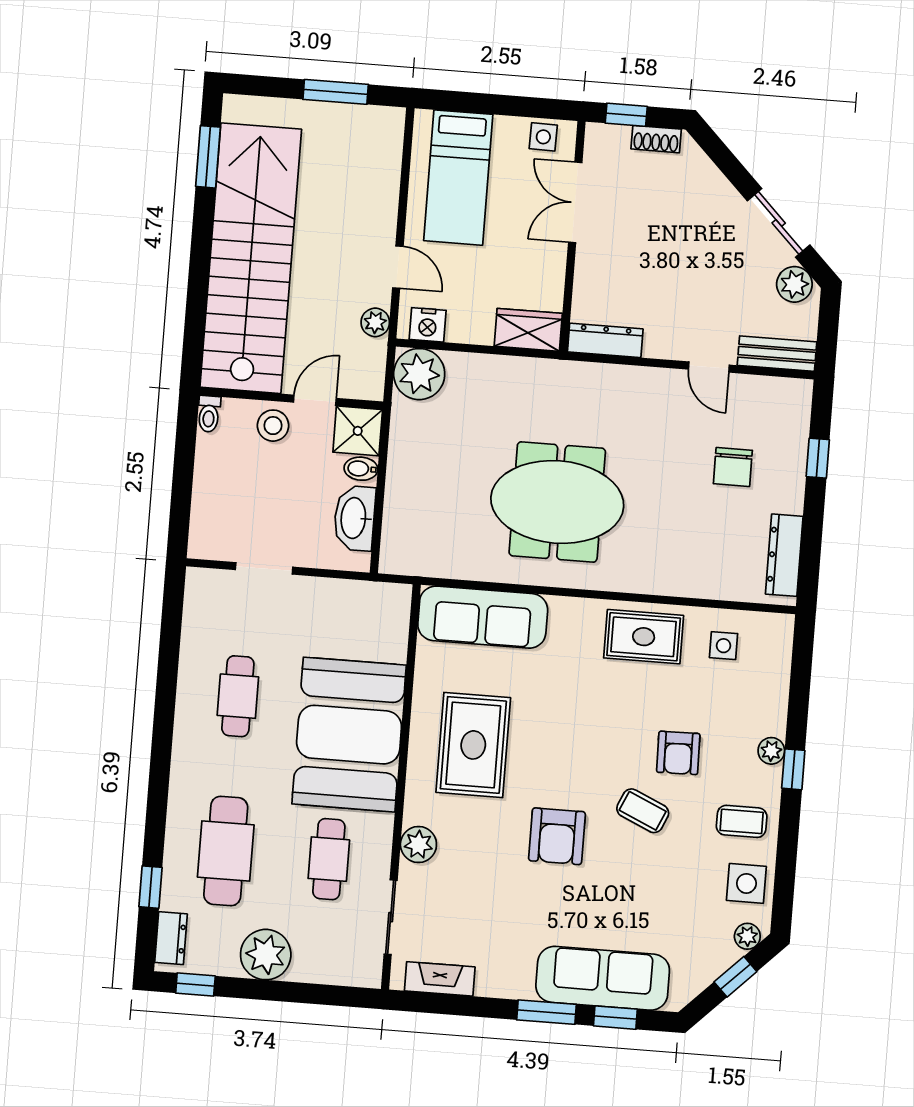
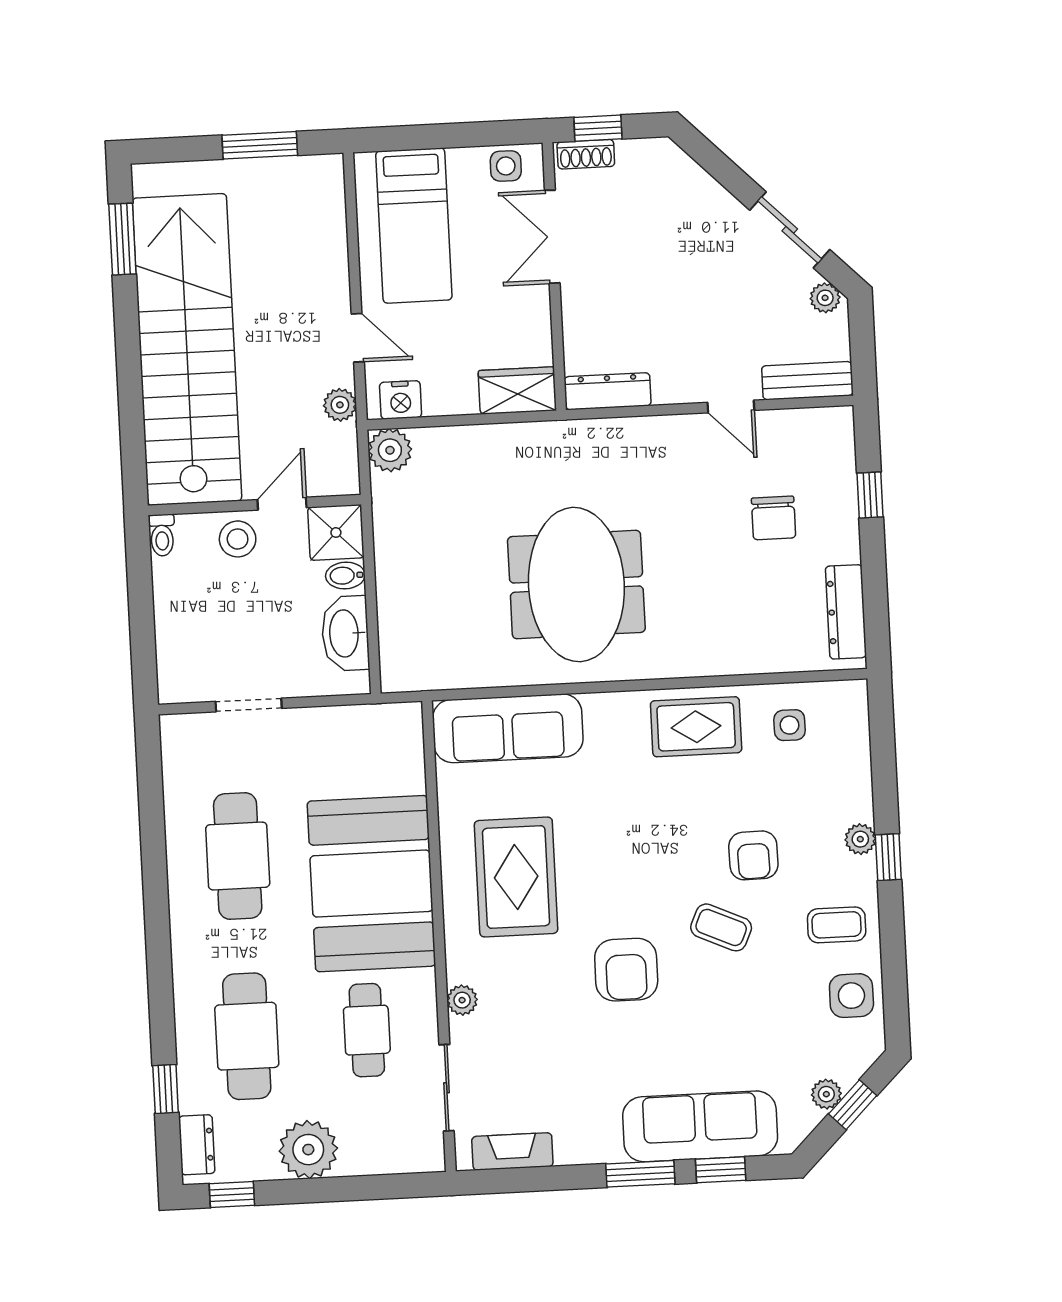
shoe rack: (656, 139) -> (586, 154), moved
plant: (794, 284) -> (825, 298), width x0.73, depth x0.73
plant: (419, 374) -> (390, 450), width x0.73, depth x0.73
meeting table: (557, 502) -> (576, 585), turned 90
cafe table: (238, 696) -> (238, 856), width x1.37, depth x1.35
plant: (418, 844) -> (462, 1000), width x0.73, depth x0.73
plant: (747, 936) -> (826, 1094), moved

